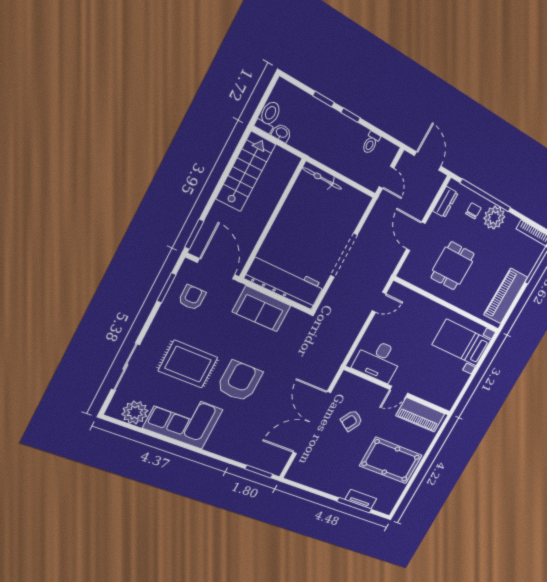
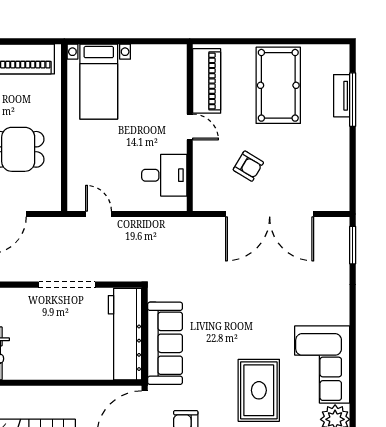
sofa: (262, 309) -> (165, 343), width x1.36
desk: (378, 360) -> (164, 175), width x0.73
armchair: (239, 381) -> (255, 325), removed

